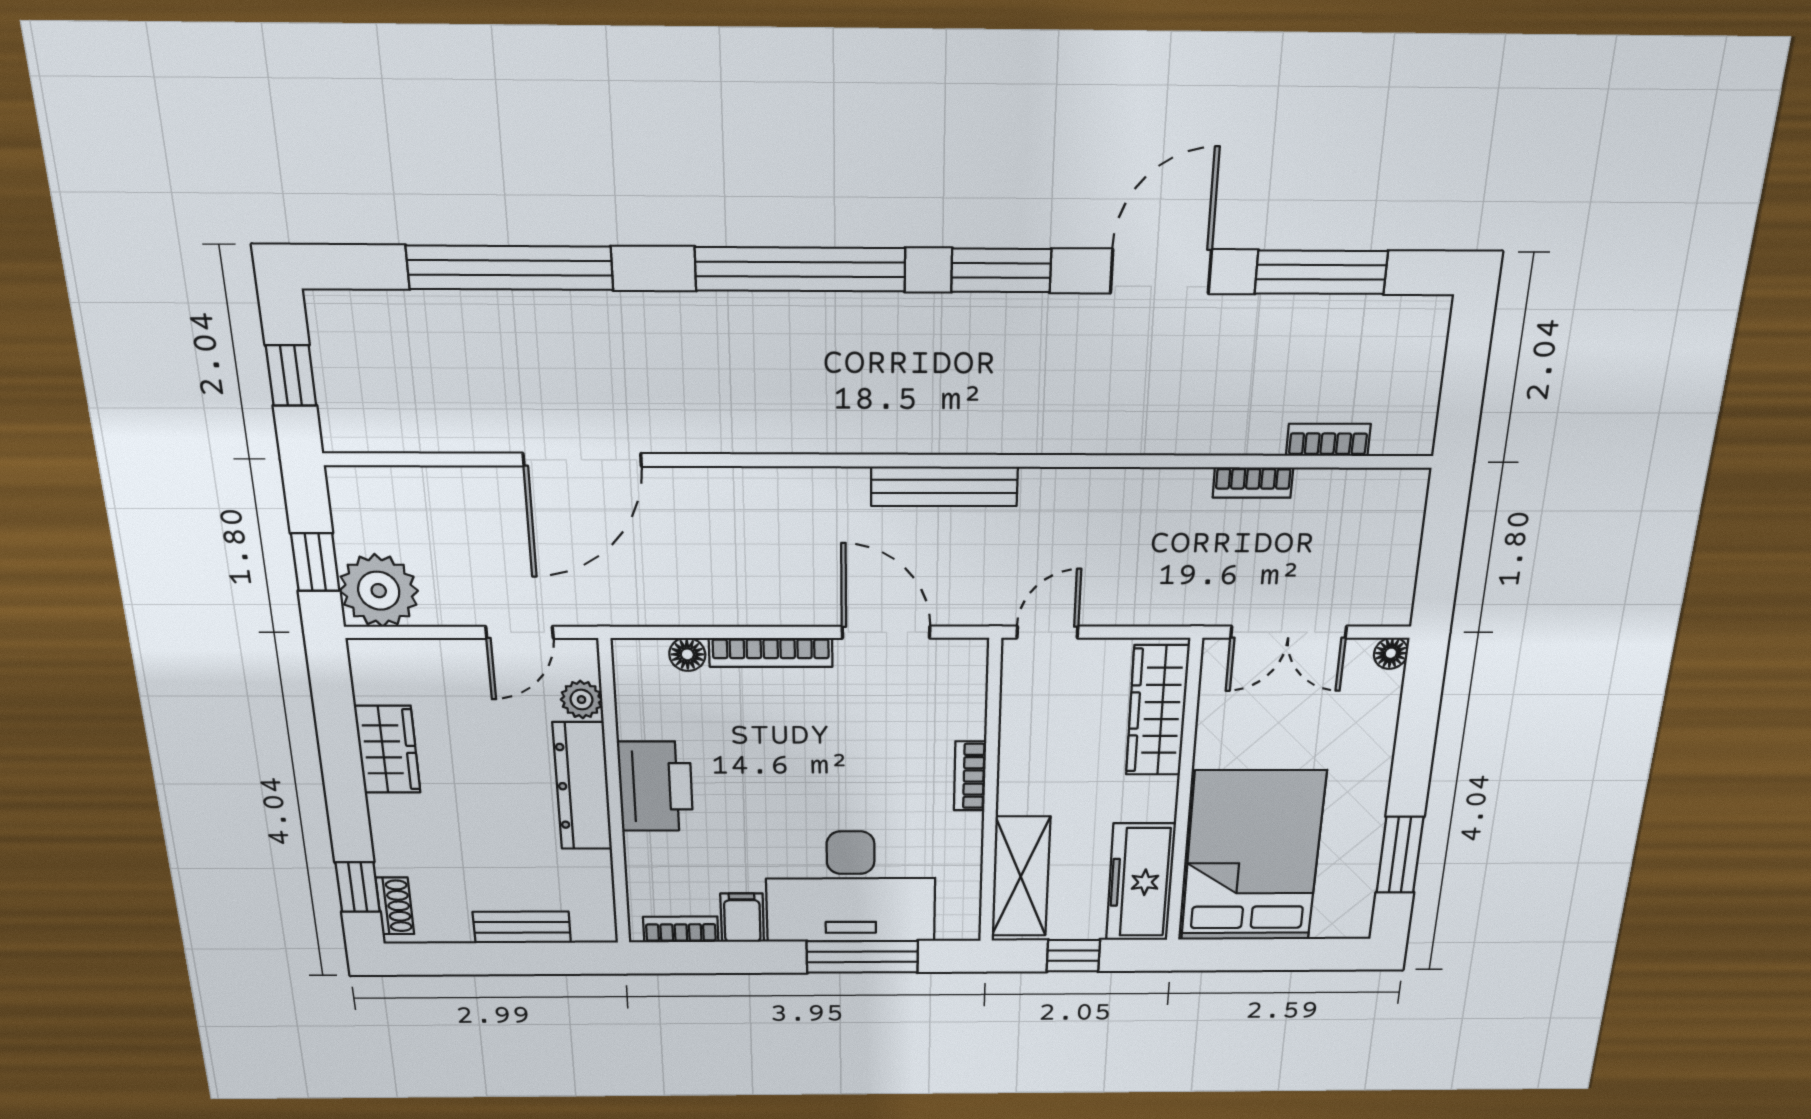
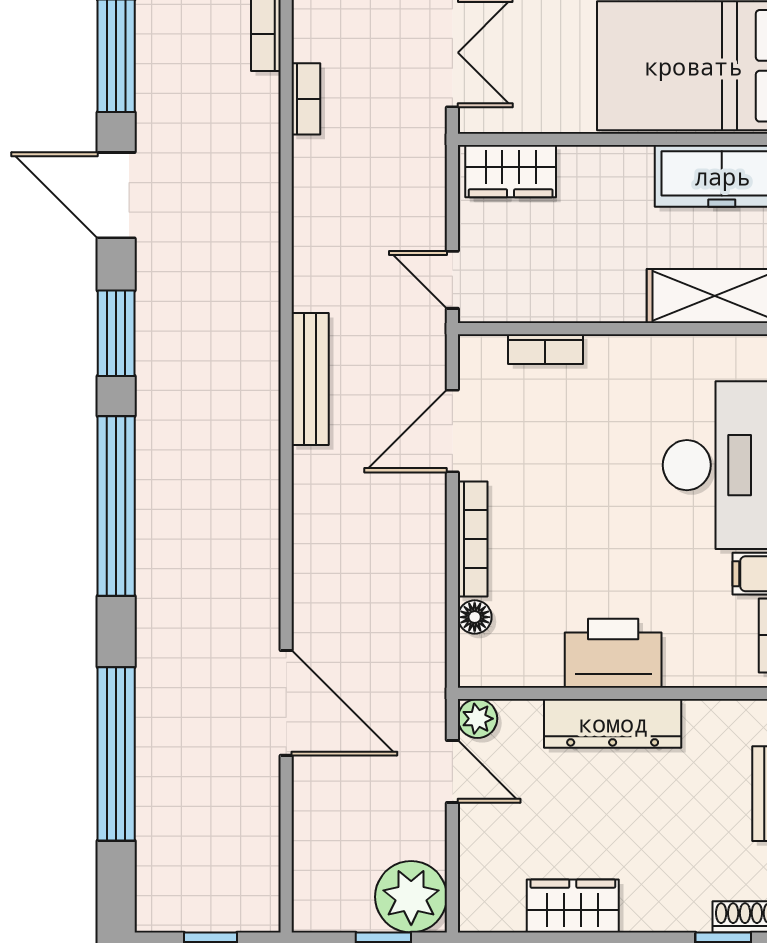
plant: (582, 700) -> (477, 719), moved
wardrobe: (1157, 711) -> (511, 171), width x0.67
bookcase: (970, 776) -> (545, 349), moved

